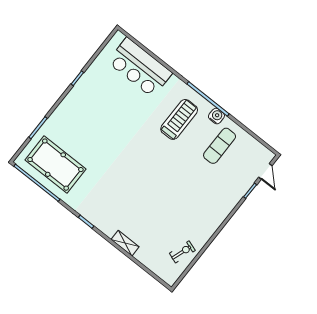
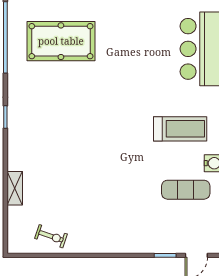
pool table: (55, 165) -> (61, 41), moved, turned 90
shelving: (125, 243) -> (15, 188), moved

